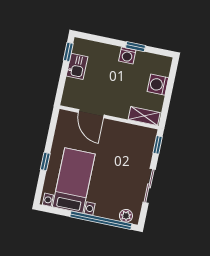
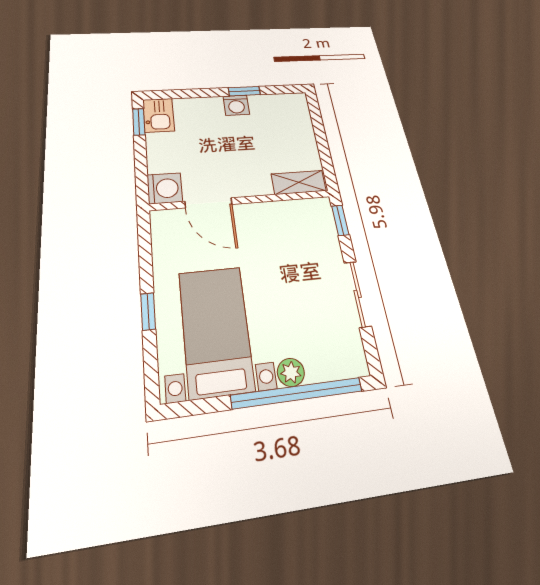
kitchen sink: (77, 66) -> (158, 115), moved
washing machine: (158, 85) -> (165, 188), moved, turned 180
plant: (126, 216) -> (291, 372), moved

